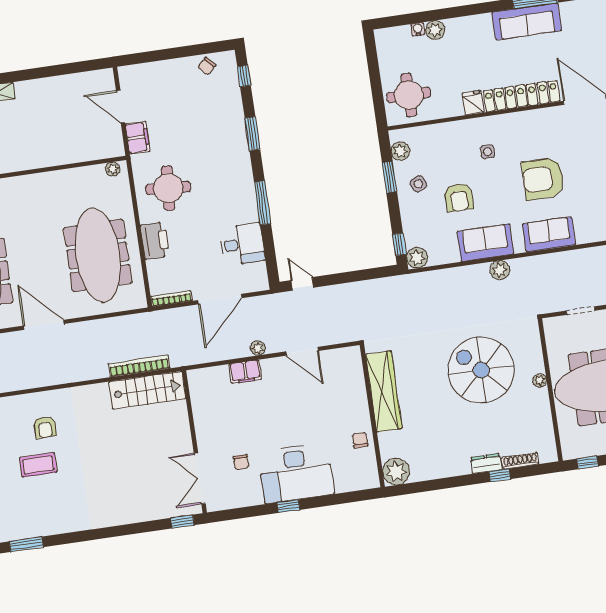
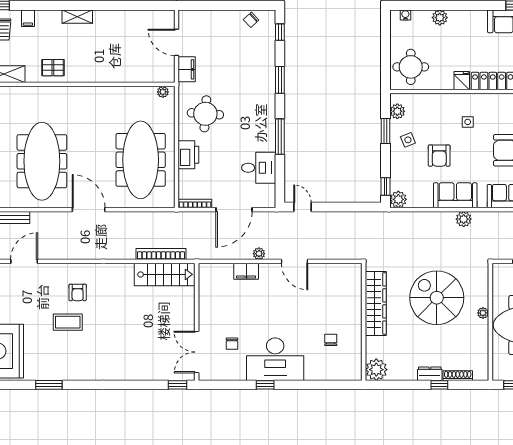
water cooler: (418, 29) -> (405, 15), moved
wardrobe: (384, 391) -> (376, 303), moved
wall: (372, 416) -> (364, 322), moved
plant: (396, 471) -> (376, 370), moved

